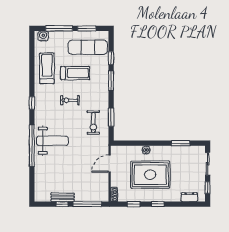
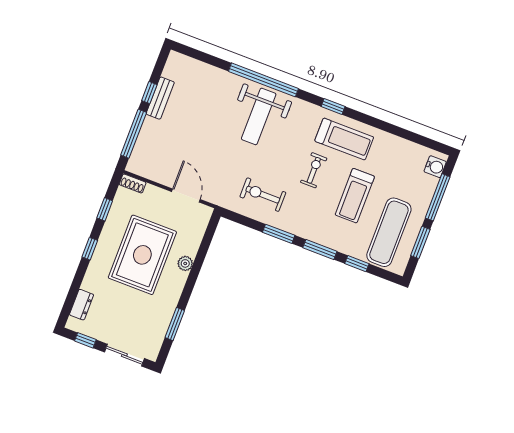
treadmill: (47, 68) -> (344, 139), moved
window: (111, 117) -> (279, 234), moved

